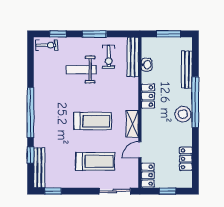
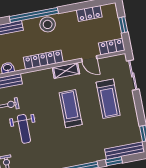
locker: (148, 96) -> (43, 60), width x1.53
treadmill: (95, 161) -> (108, 99), turned 180

